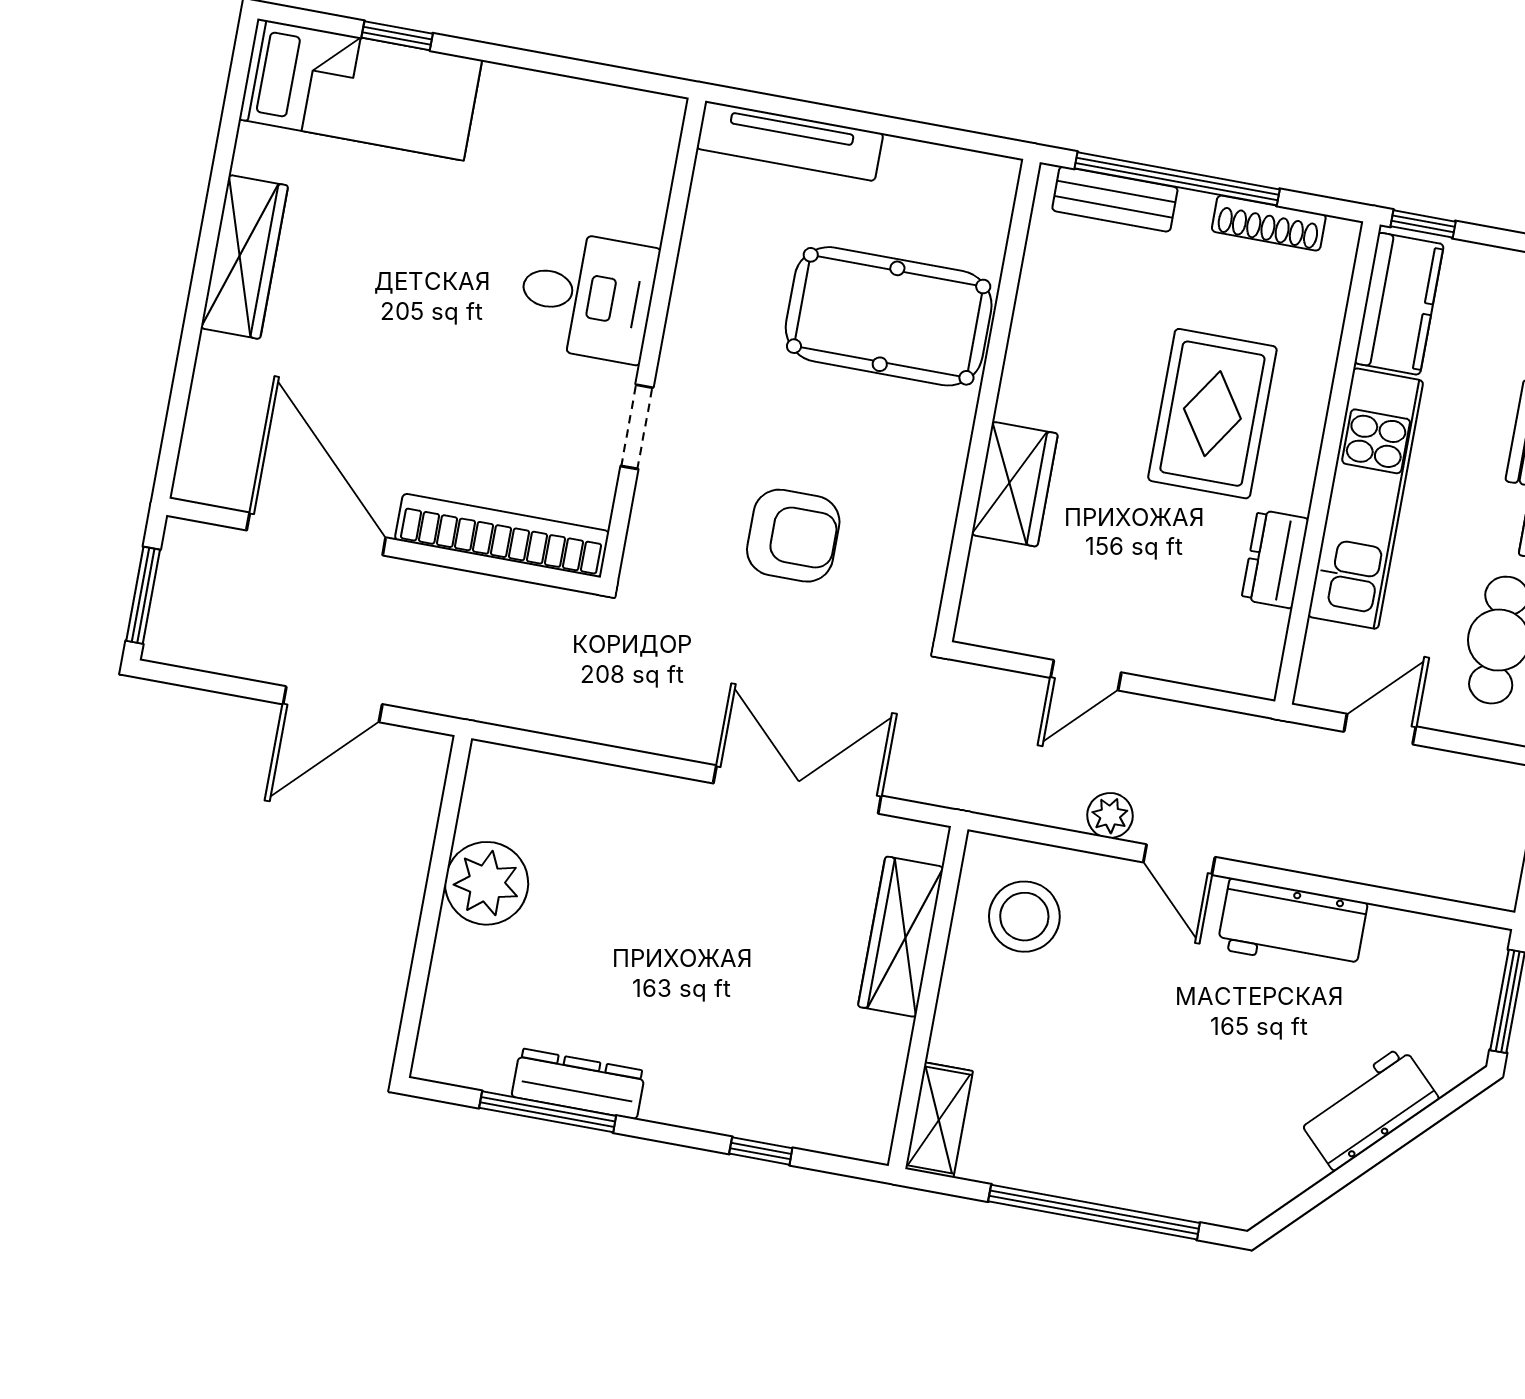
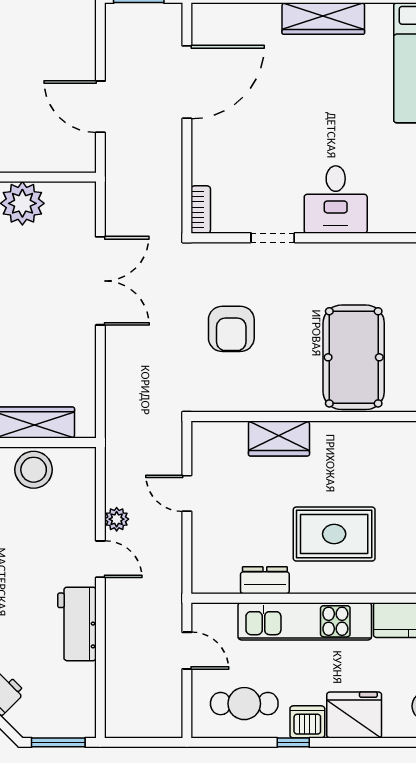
bookcase: (502, 535) -> (201, 210), width x0.43, depth x0.76
double door: (797, 790) -> (100, 281), moved
door: (1179, 860) -> (100, 559), swing flipped
stool: (1024, 917) -> (34, 470), moved

